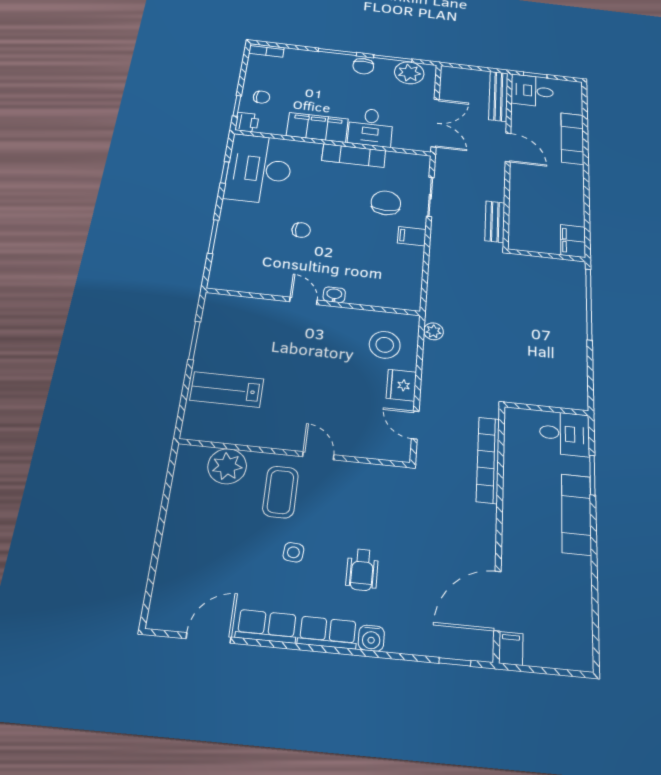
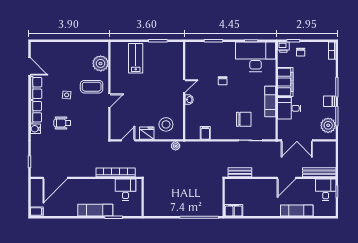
filing cabinet: (412, 236) -> (205, 133), moved
desk: (565, 434) -> (126, 190), moved, turned 180
door: (497, 601) -> (55, 178), swing flipped
filing cabinet: (511, 648) -> (37, 212), moved

